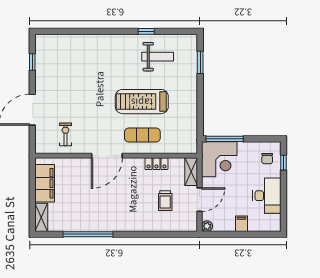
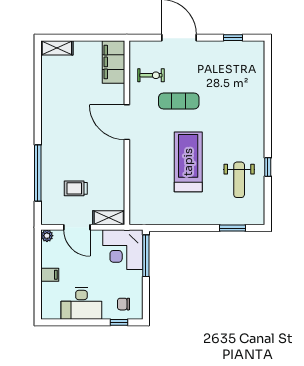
exercise mat: (142, 135) -> (179, 101), moved, turned 90
locker: (156, 164) -> (118, 178), removed
filing cabinet: (45, 183) -> (113, 62), moved, turned 90
window: (88, 234) -> (38, 173), moved

